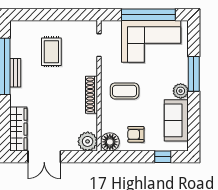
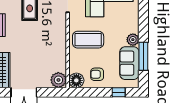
window: (194, 74) -> (143, 56), moved
coffee table: (125, 91) -> (88, 40), width x1.36, depth x1.32
shoe rack: (91, 95) -> (62, 43), removed

